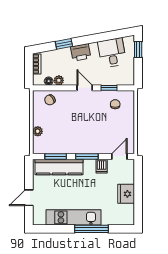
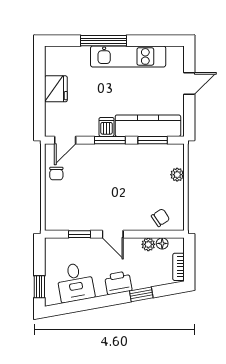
chair: (115, 104) -> (56, 173), moved
dishwasher: (102, 166) -> (107, 127), moved

